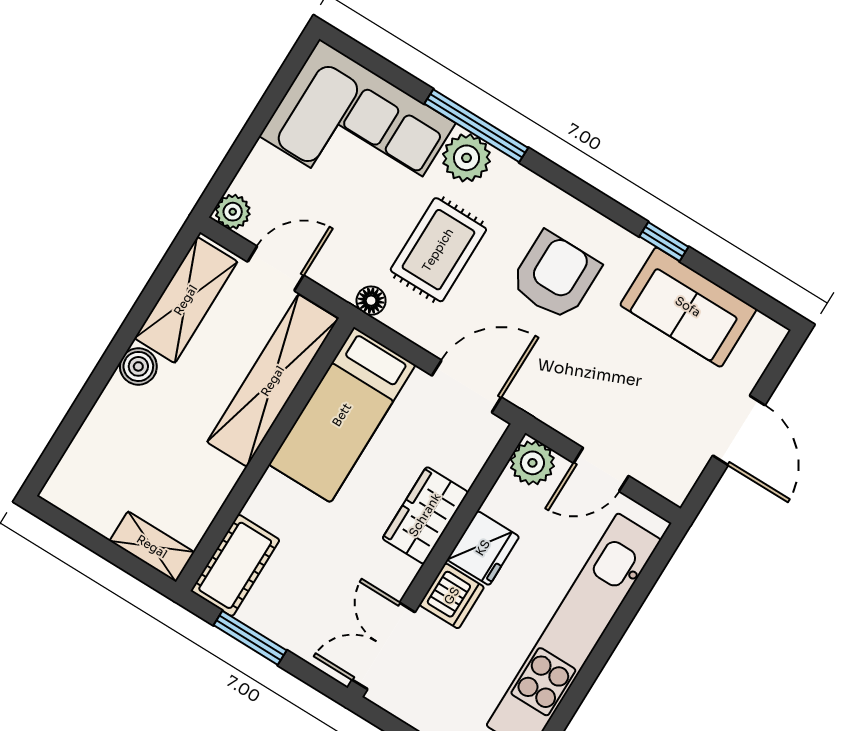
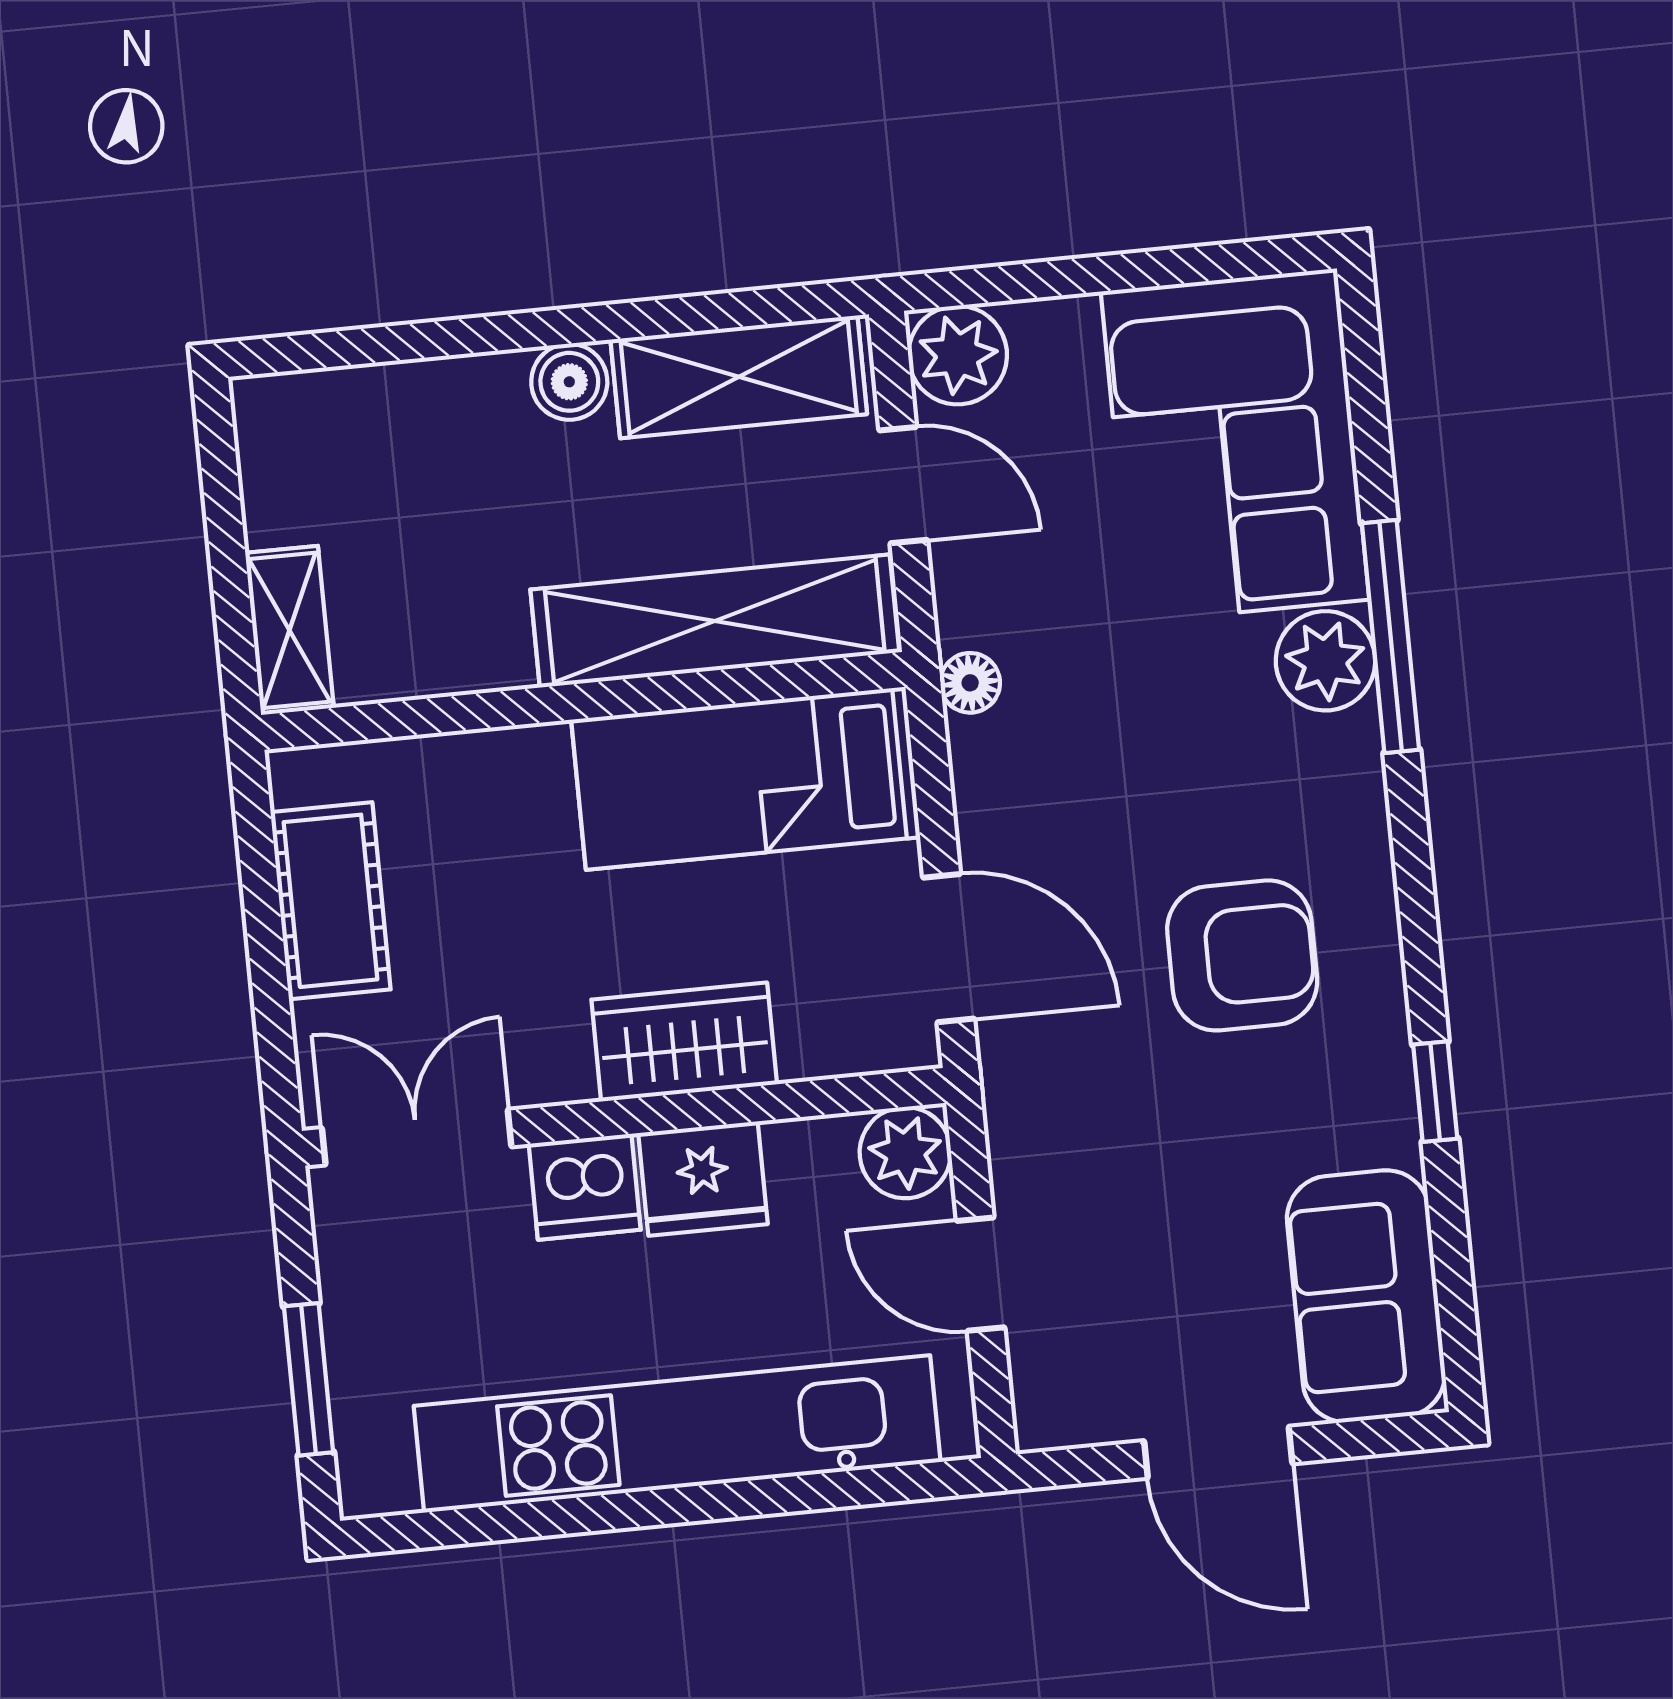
plant: (233, 212) -> (958, 355), width x1.38, depth x1.38
rug: (438, 250) -> (1139, 730), removed
sofa: (688, 307) -> (1366, 1296), moved
door: (739, 430) -> (1218, 1452), hinge flipped
cot: (235, 565) -> (331, 901), moved, turned 90
window: (250, 638) -> (262, 907), removed

